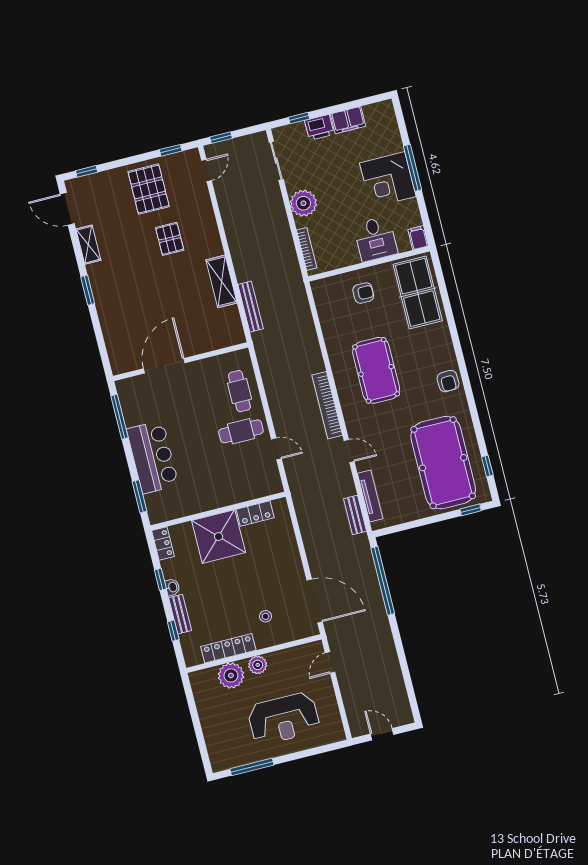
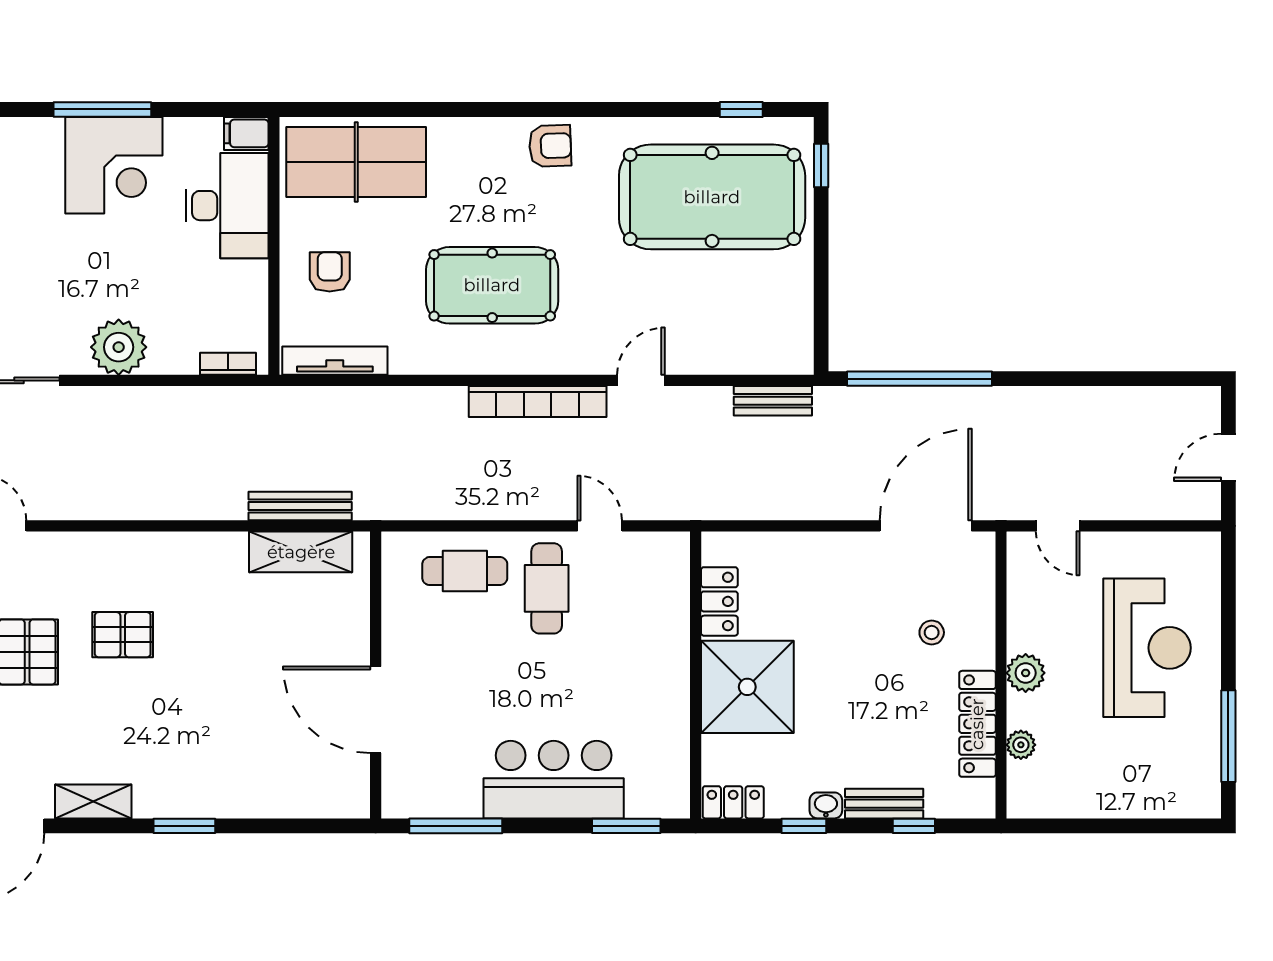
desk: (376, 239) -> (227, 206), width x1.37
bookcase: (307, 249) -> (228, 364), width x0.64
shelving: (221, 281) -> (301, 552), moved
door: (276, 449) -> (600, 526), hinge flipped
tv unit: (370, 496) -> (335, 361), moved
plant: (231, 675) -> (1021, 745), width x0.53, depth x0.53

